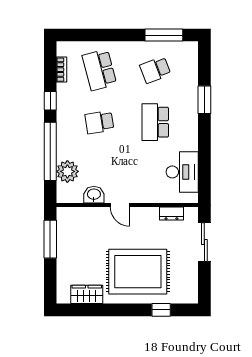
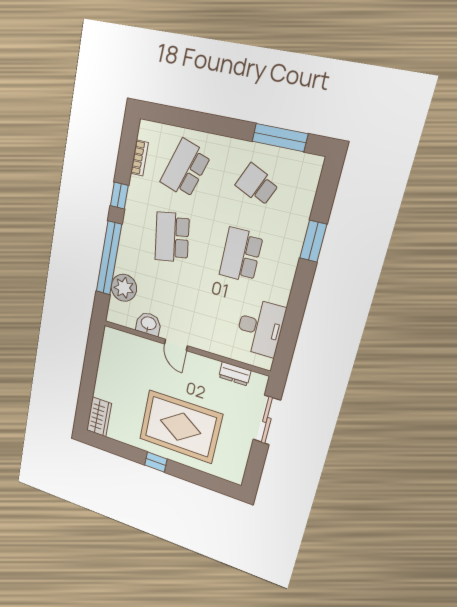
school desk: (99, 70) -> (185, 169), turned 33
school desk: (155, 70) -> (257, 185), turned 45
school desk: (99, 122) -> (172, 237), width x1.85
window: (50, 239) -> (92, 359), removed
wardrobe: (87, 294) -> (99, 417), moved, turned 90
window: (161, 310) -> (156, 462), moved

